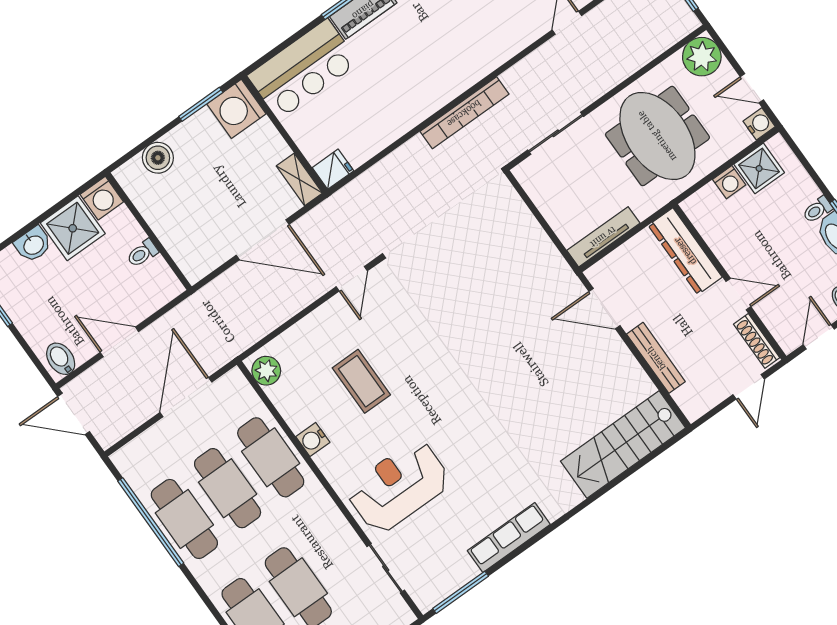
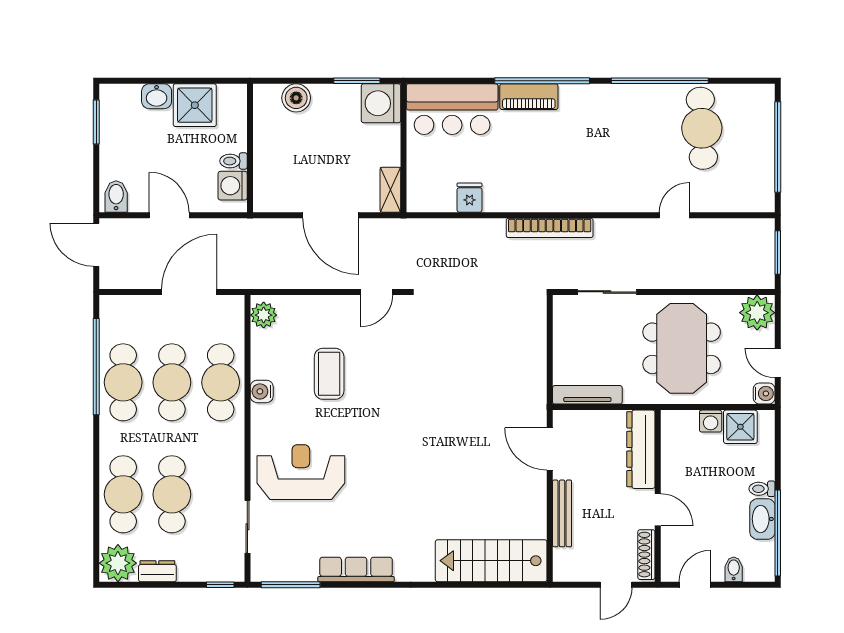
fridge: (333, 169) -> (470, 198), moved, turned -90
washing machine: (102, 198) -> (233, 186), moved, turned 90

